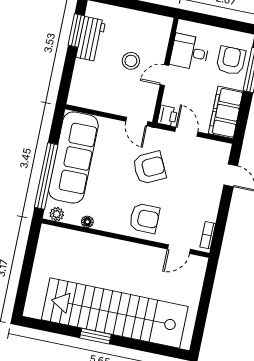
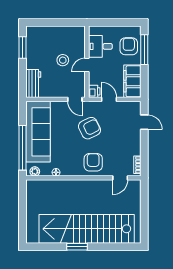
workbench: (91, 39) -> (33, 84), moved
armchair: (144, 218) -> (93, 162), turned -90

